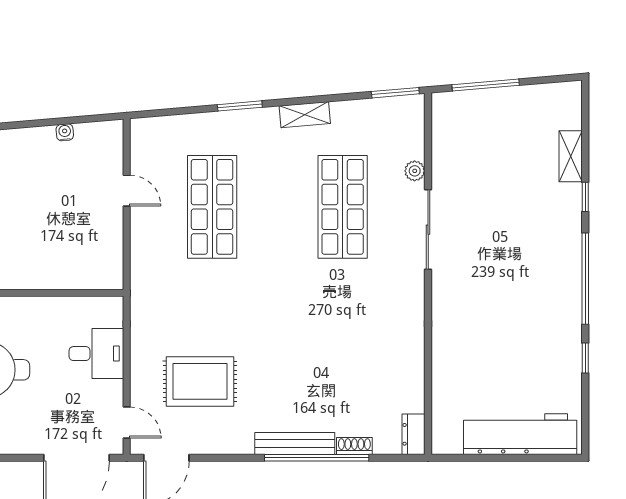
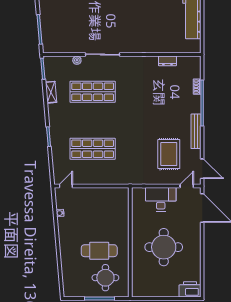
shelving: (305, 115) -> (51, 92), moved
door: (127, 191) -> (66, 186), moved
desk: (96, 354) -> (161, 199), width x1.37
dresser: (413, 434) -> (167, 61), moved
bench: (295, 444) -> (196, 131), moved

